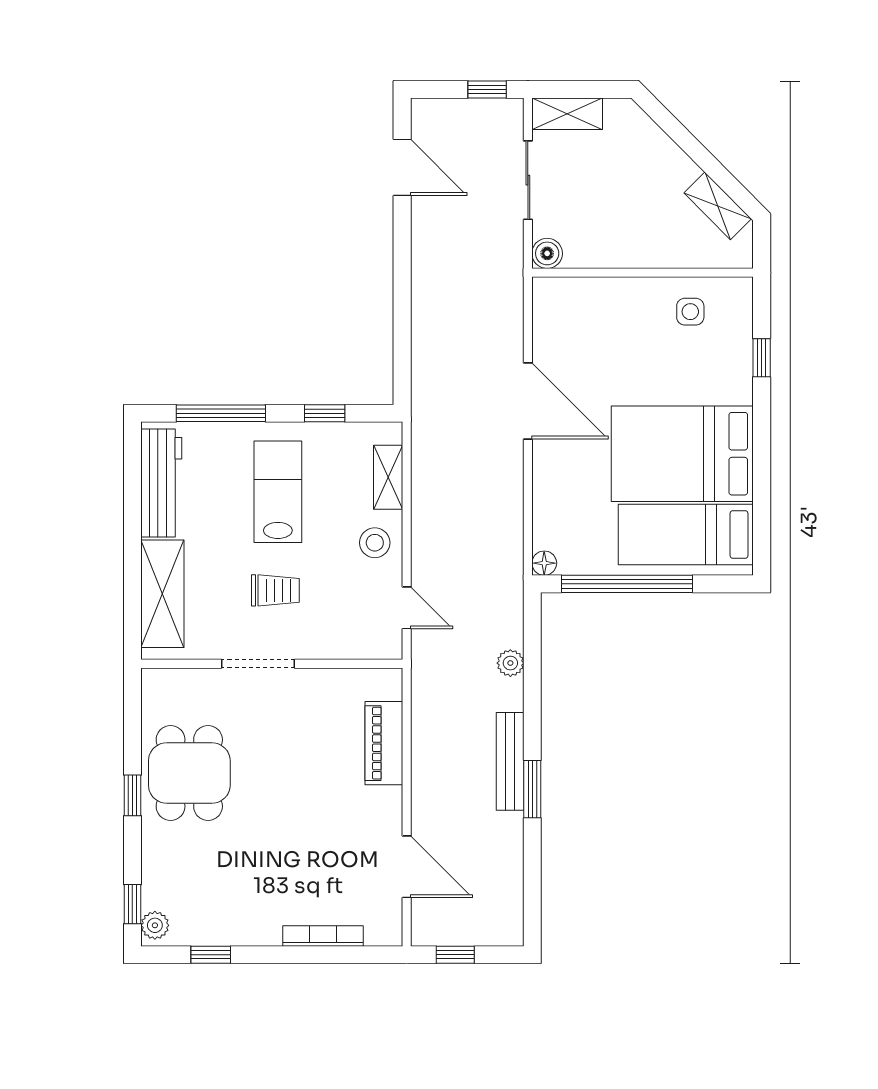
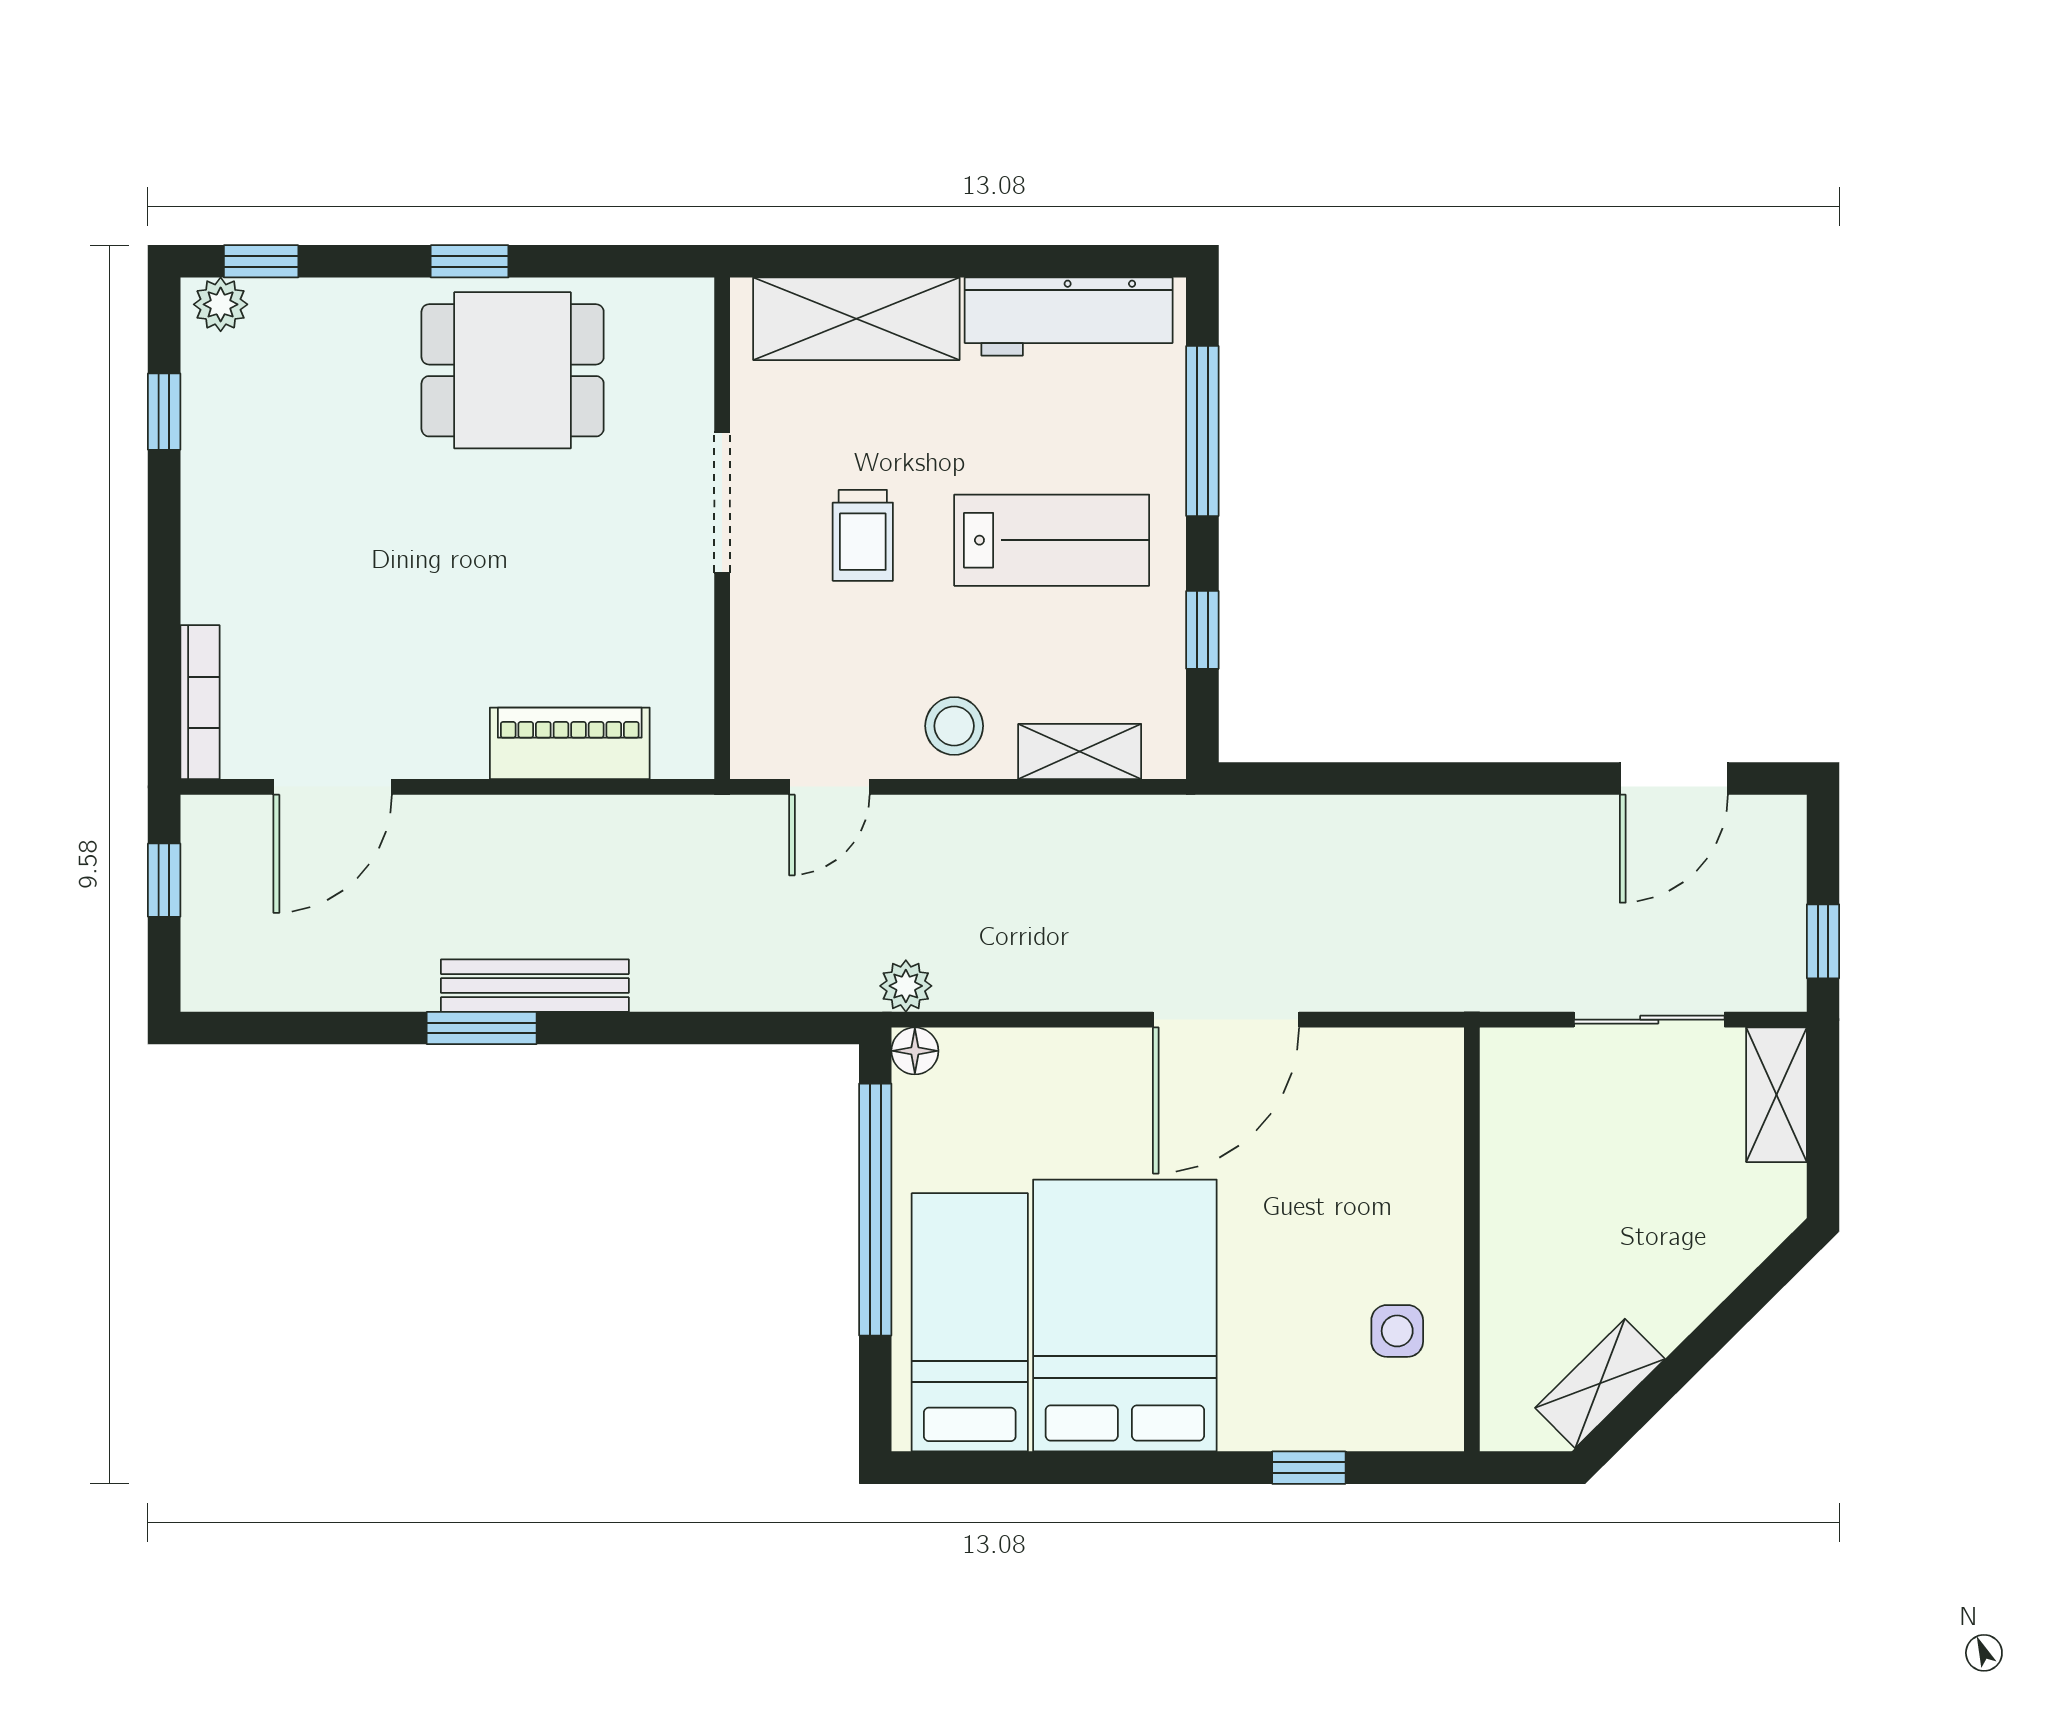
boiler: (547, 253) -> (1509, 1057), removed
plant: (510, 663) -> (906, 986), moved
bookcase: (323, 936) -> (200, 702), moved

